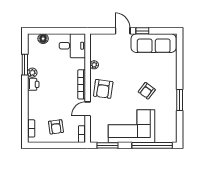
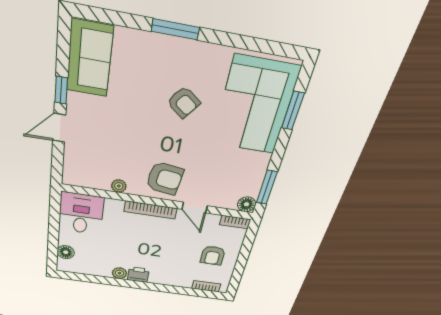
sofa: (154, 43) -> (90, 59), width x0.73
window: (25, 65) -> (105, 280), removed
window: (180, 100) -> (175, 29), moved
corner sofa: (132, 126) -> (255, 106), moved
armchair: (56, 127) -> (213, 256), turned 98
floor lamp: (95, 137) -> (246, 204), added
window: (152, 145) -> (293, 111), width x0.47

